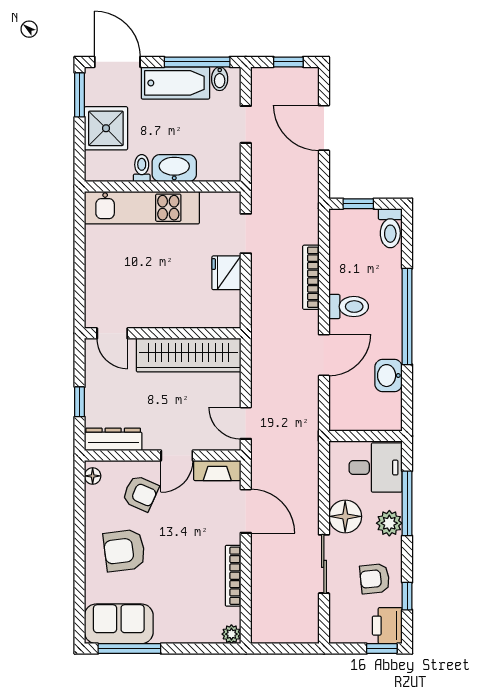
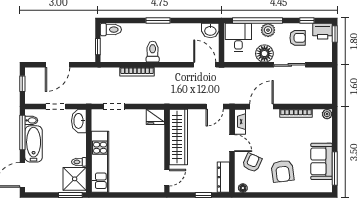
window: (80, 95) -> (70, 195), moved
shower: (106, 128) -> (75, 179), moved
washbasin: (174, 168) -> (79, 121), moved
fridge: (226, 273) -> (155, 117), moved
window: (407, 316) -> (158, 21), width x0.47
door: (324, 355) -> (205, 65), moved
washbasin: (388, 376) -> (210, 30), moved
window: (407, 503) -> (257, 21), width x1.46
armchair: (375, 579) -> (298, 38), turned -84
sofa: (119, 624) -> (322, 161), moved

